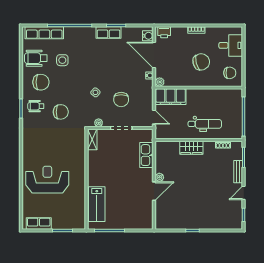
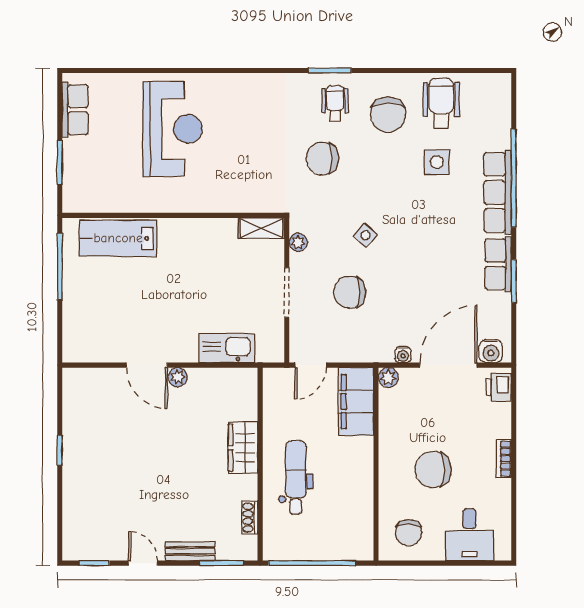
row of seats: (44, 33) -> (498, 192), moved
chair: (201, 62) -> (433, 469), turned 105
chair: (61, 112) -> (322, 159), turned 90
dental chair: (205, 124) -> (296, 477), turned 180

